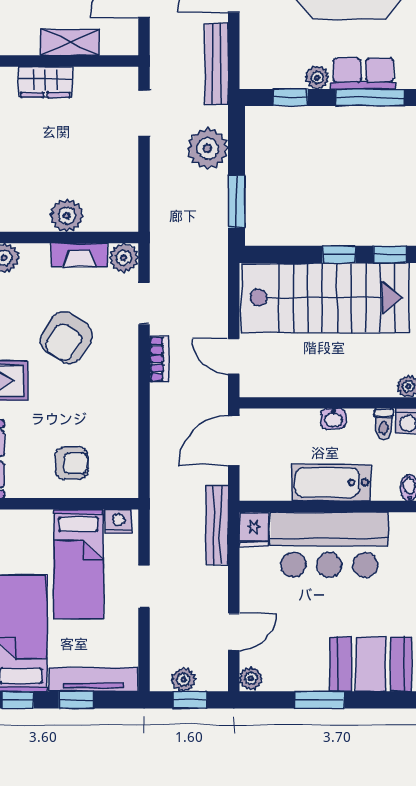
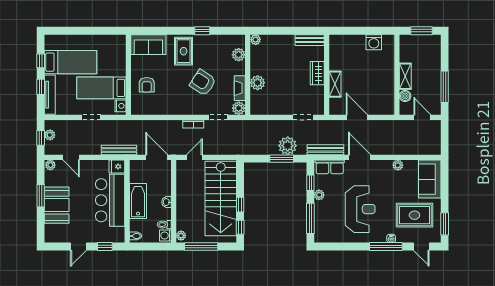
row of seats: (363, 74) -> (330, 167), moved, turned 90
window: (237, 201) -> (282, 159), moved
booth: (371, 664) -> (57, 205), moved

